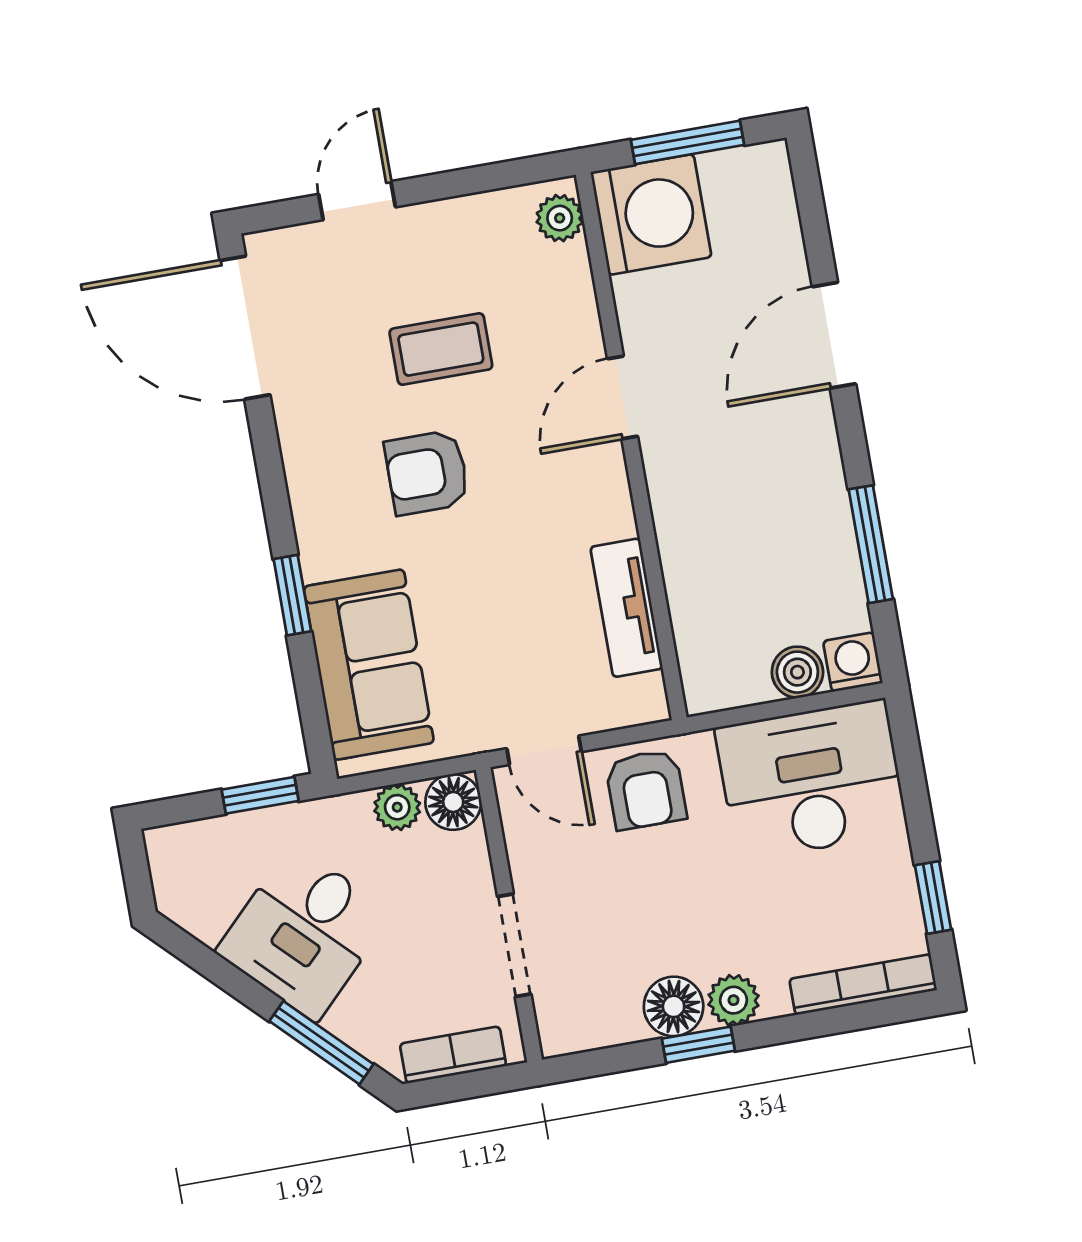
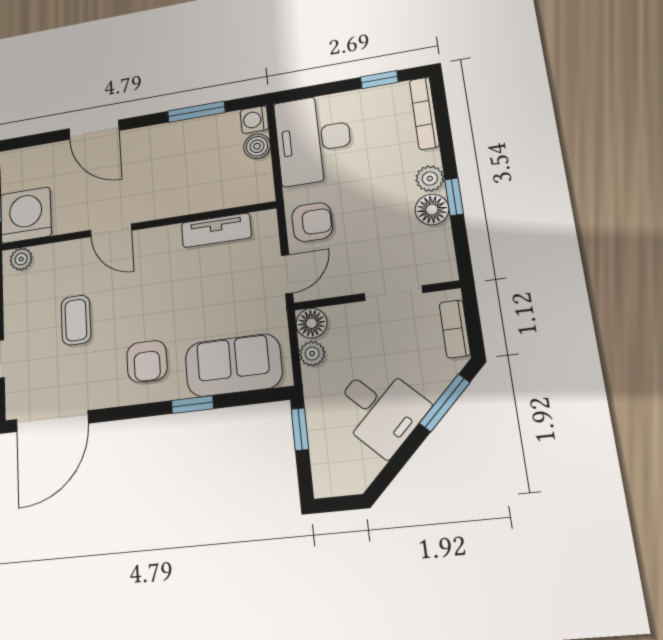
armchair: (427, 473) -> (147, 361), moved

